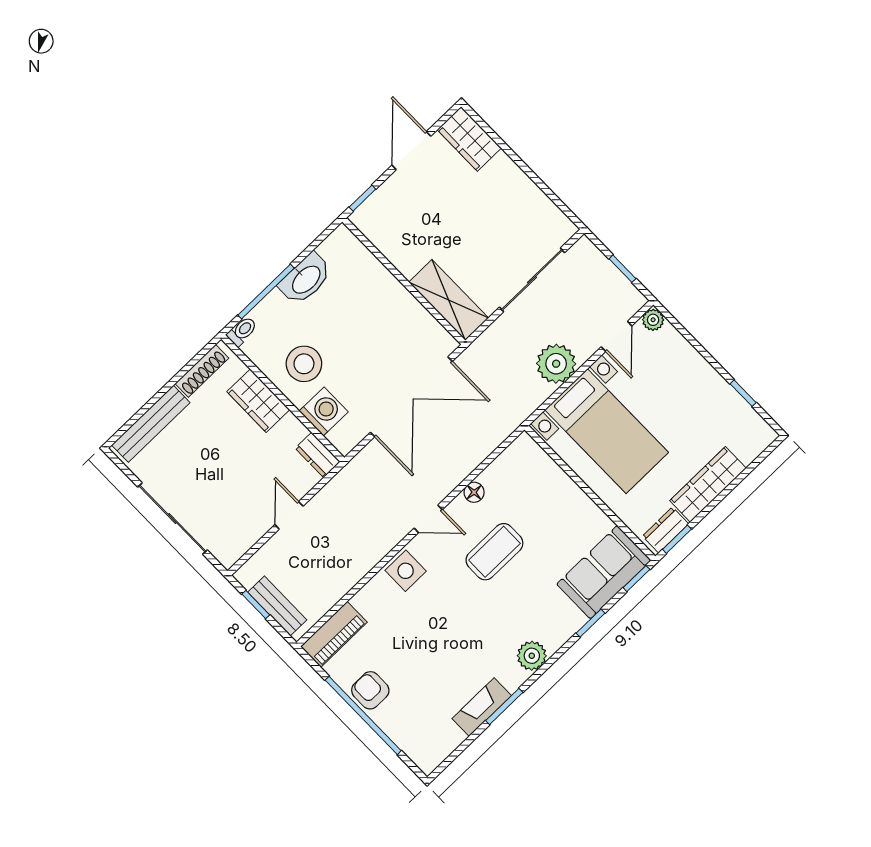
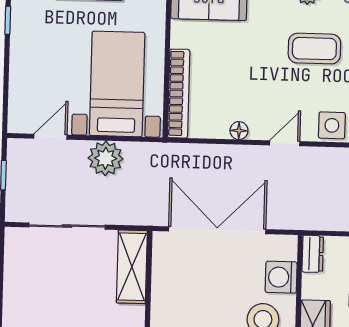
plant: (653, 320) -> (17, 124), removed
bookcase: (551, 473) -> (179, 94), added
door: (428, 519) -> (285, 143), hinge flipped
coffee table: (494, 552) -> (314, 49), moved

